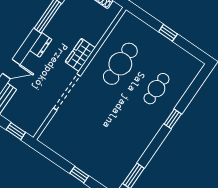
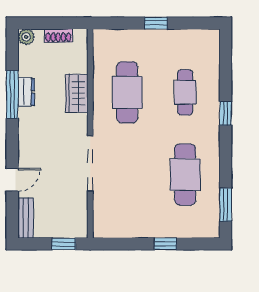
dresser: (41, 45) -> (26, 92), moved
wardrobe: (80, 55) -> (77, 93), moved
cafe table: (121, 140) -> (185, 175), added

